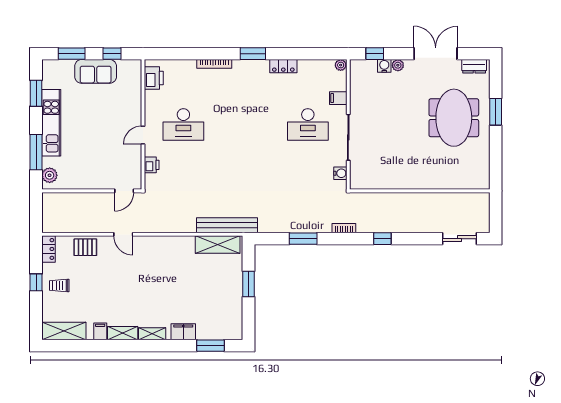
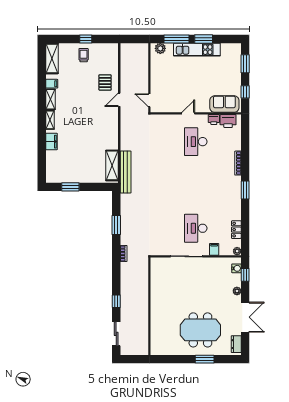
locker: (283, 66) -> (236, 230), moved
water cooler: (384, 66) -> (236, 268), moved
sofa: (96, 71) -> (224, 104), moved, turned 90
window: (36, 93) -> (204, 39), moved
door: (143, 135) -> (188, 113), hinge flipped
printer: (152, 165) -> (214, 120), moved
water cooler: (340, 173) -> (162, 251), removed
window: (382, 239) -> (116, 301), moved
pallet: (85, 247) -> (105, 82), moved
locker: (49, 249) -> (109, 48), removed
window: (248, 284) -> (70, 187), moved
window: (210, 346) -> (42, 160), removed

